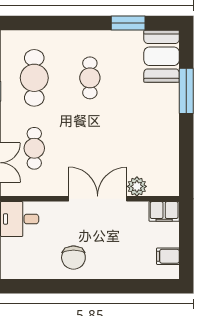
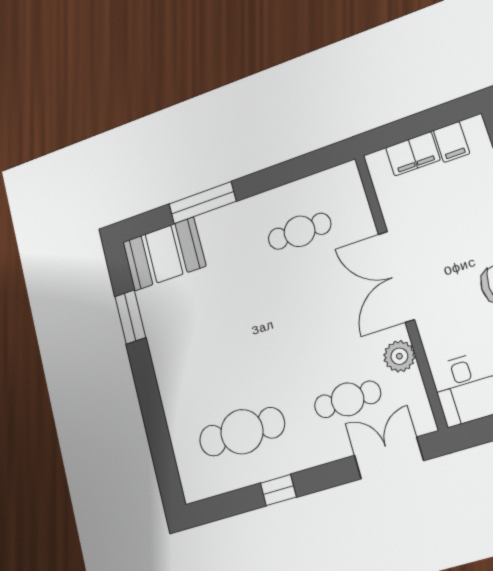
cafe table: (90, 78) -> (300, 231), moved
plant: (137, 186) -> (399, 356), moved
filing cabinet: (164, 211) -> (413, 154), moved, turned 90

